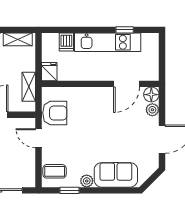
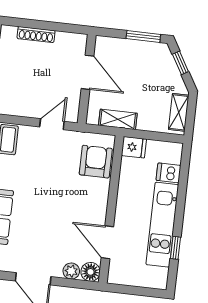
armchair: (55, 113) -> (96, 162), moved, turned 180

